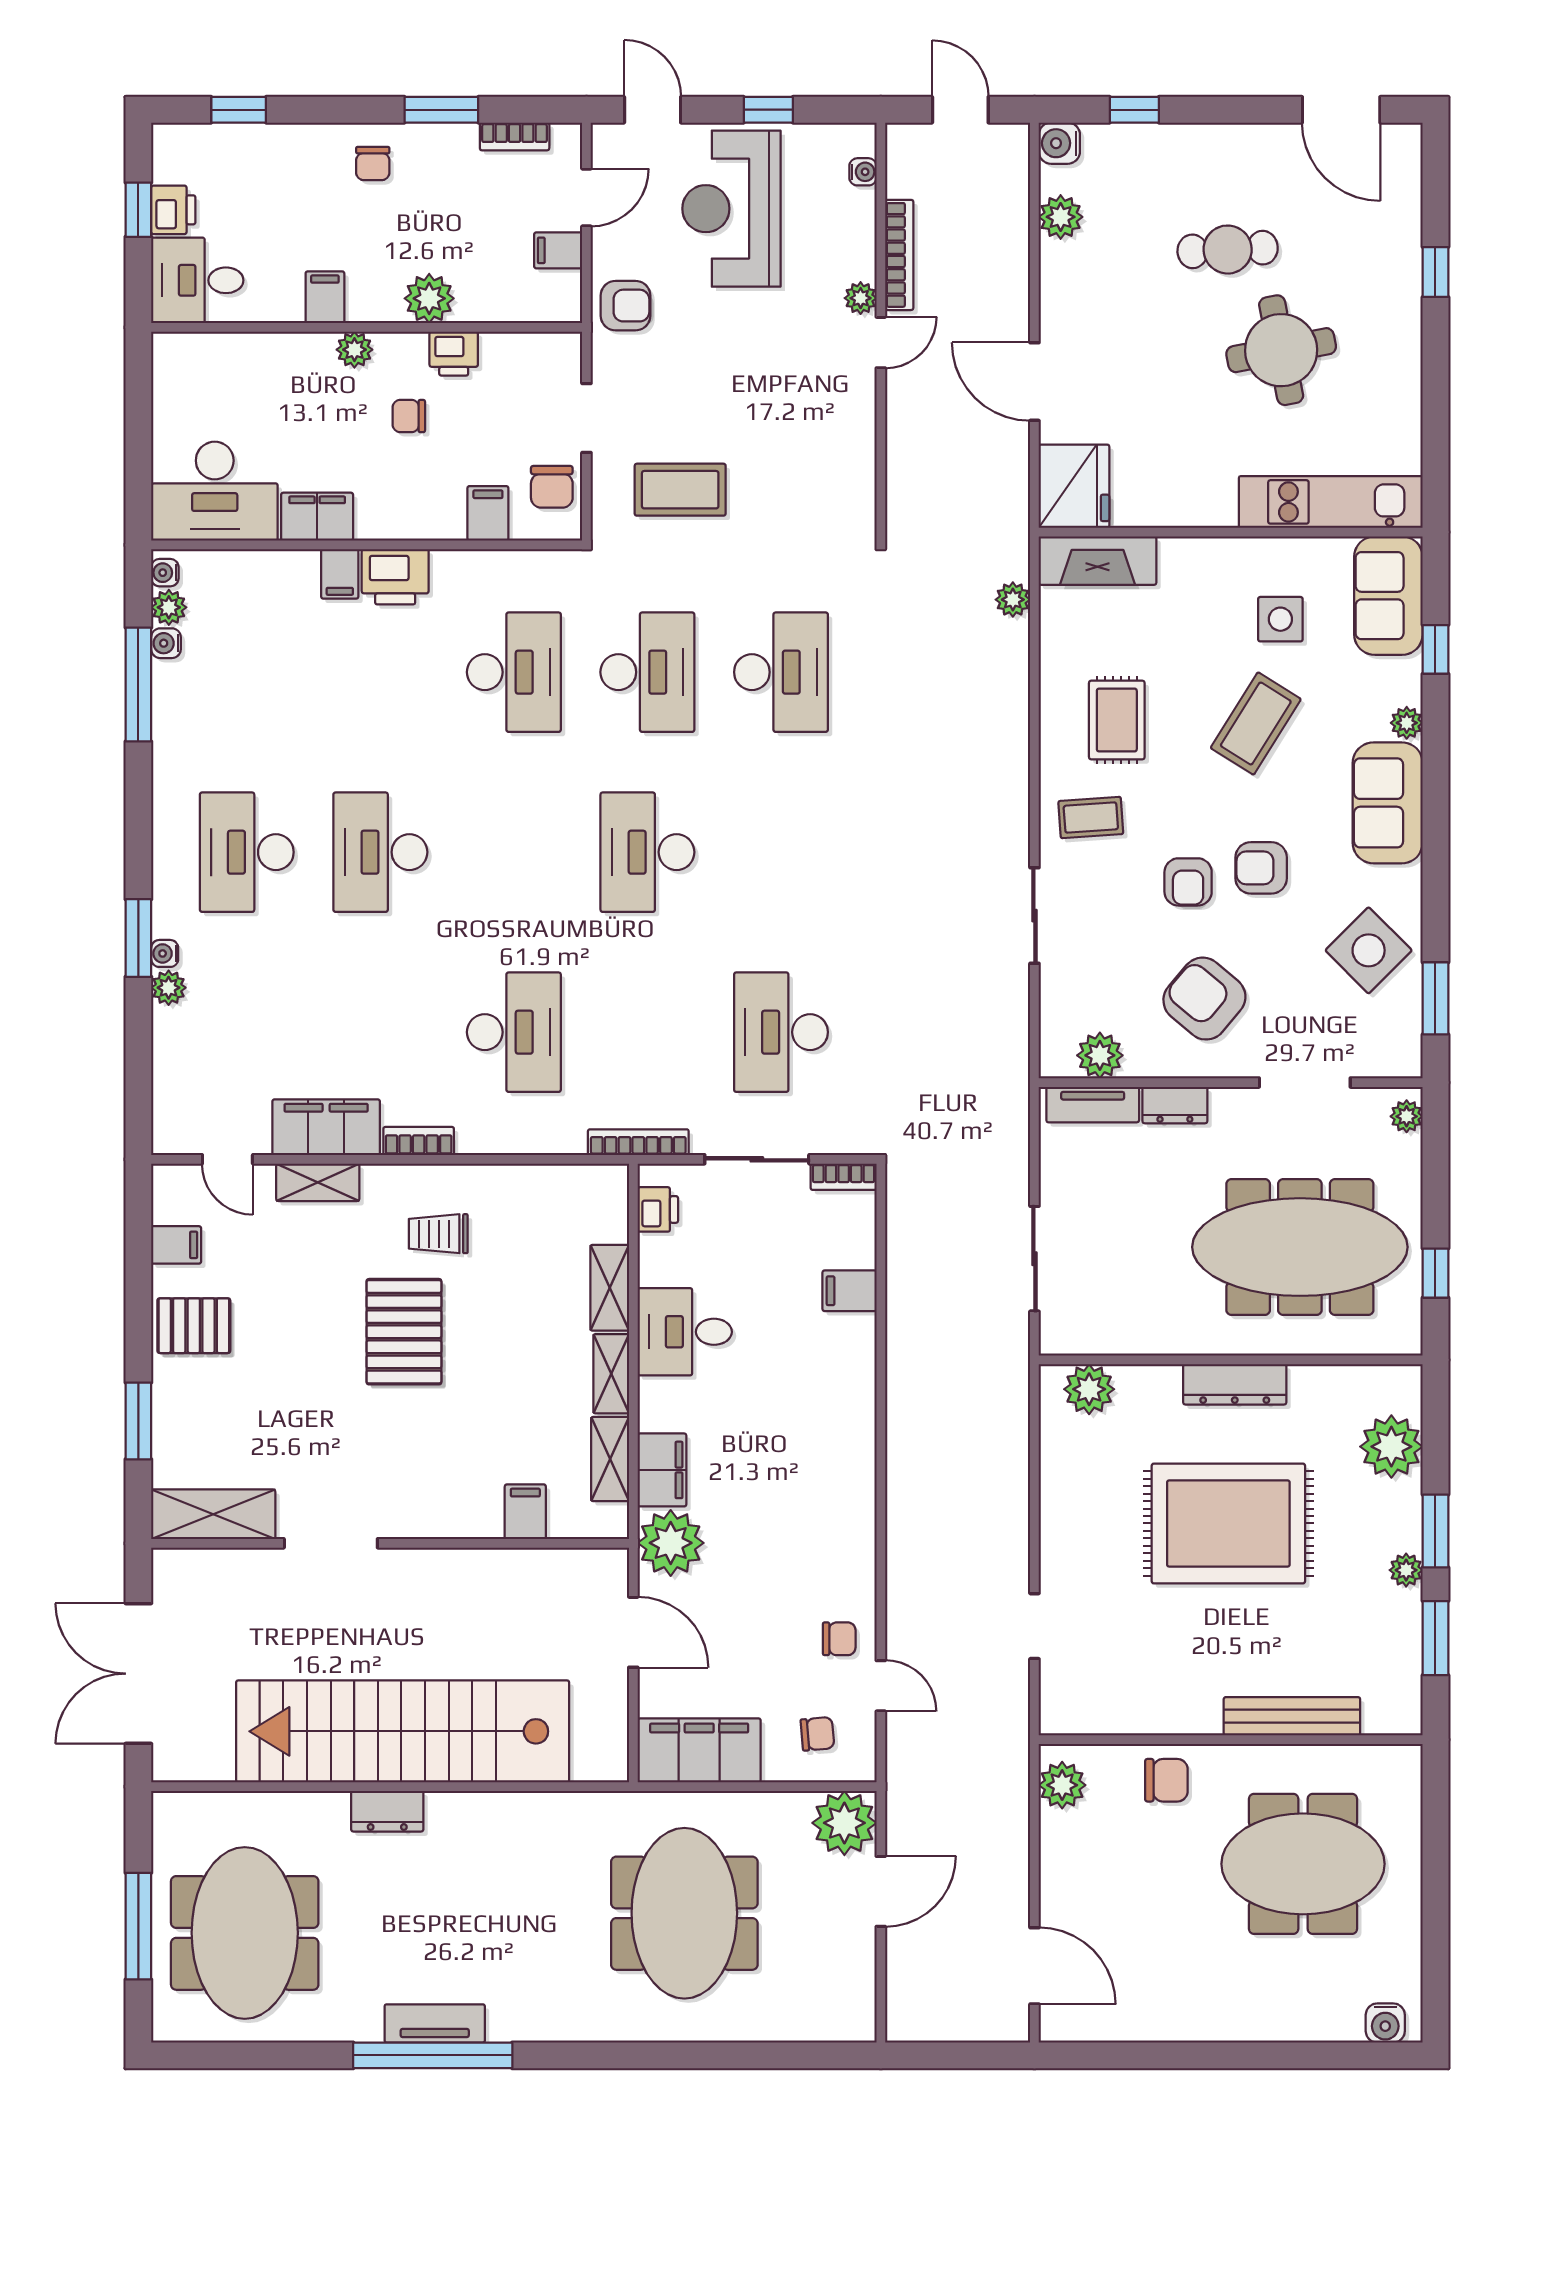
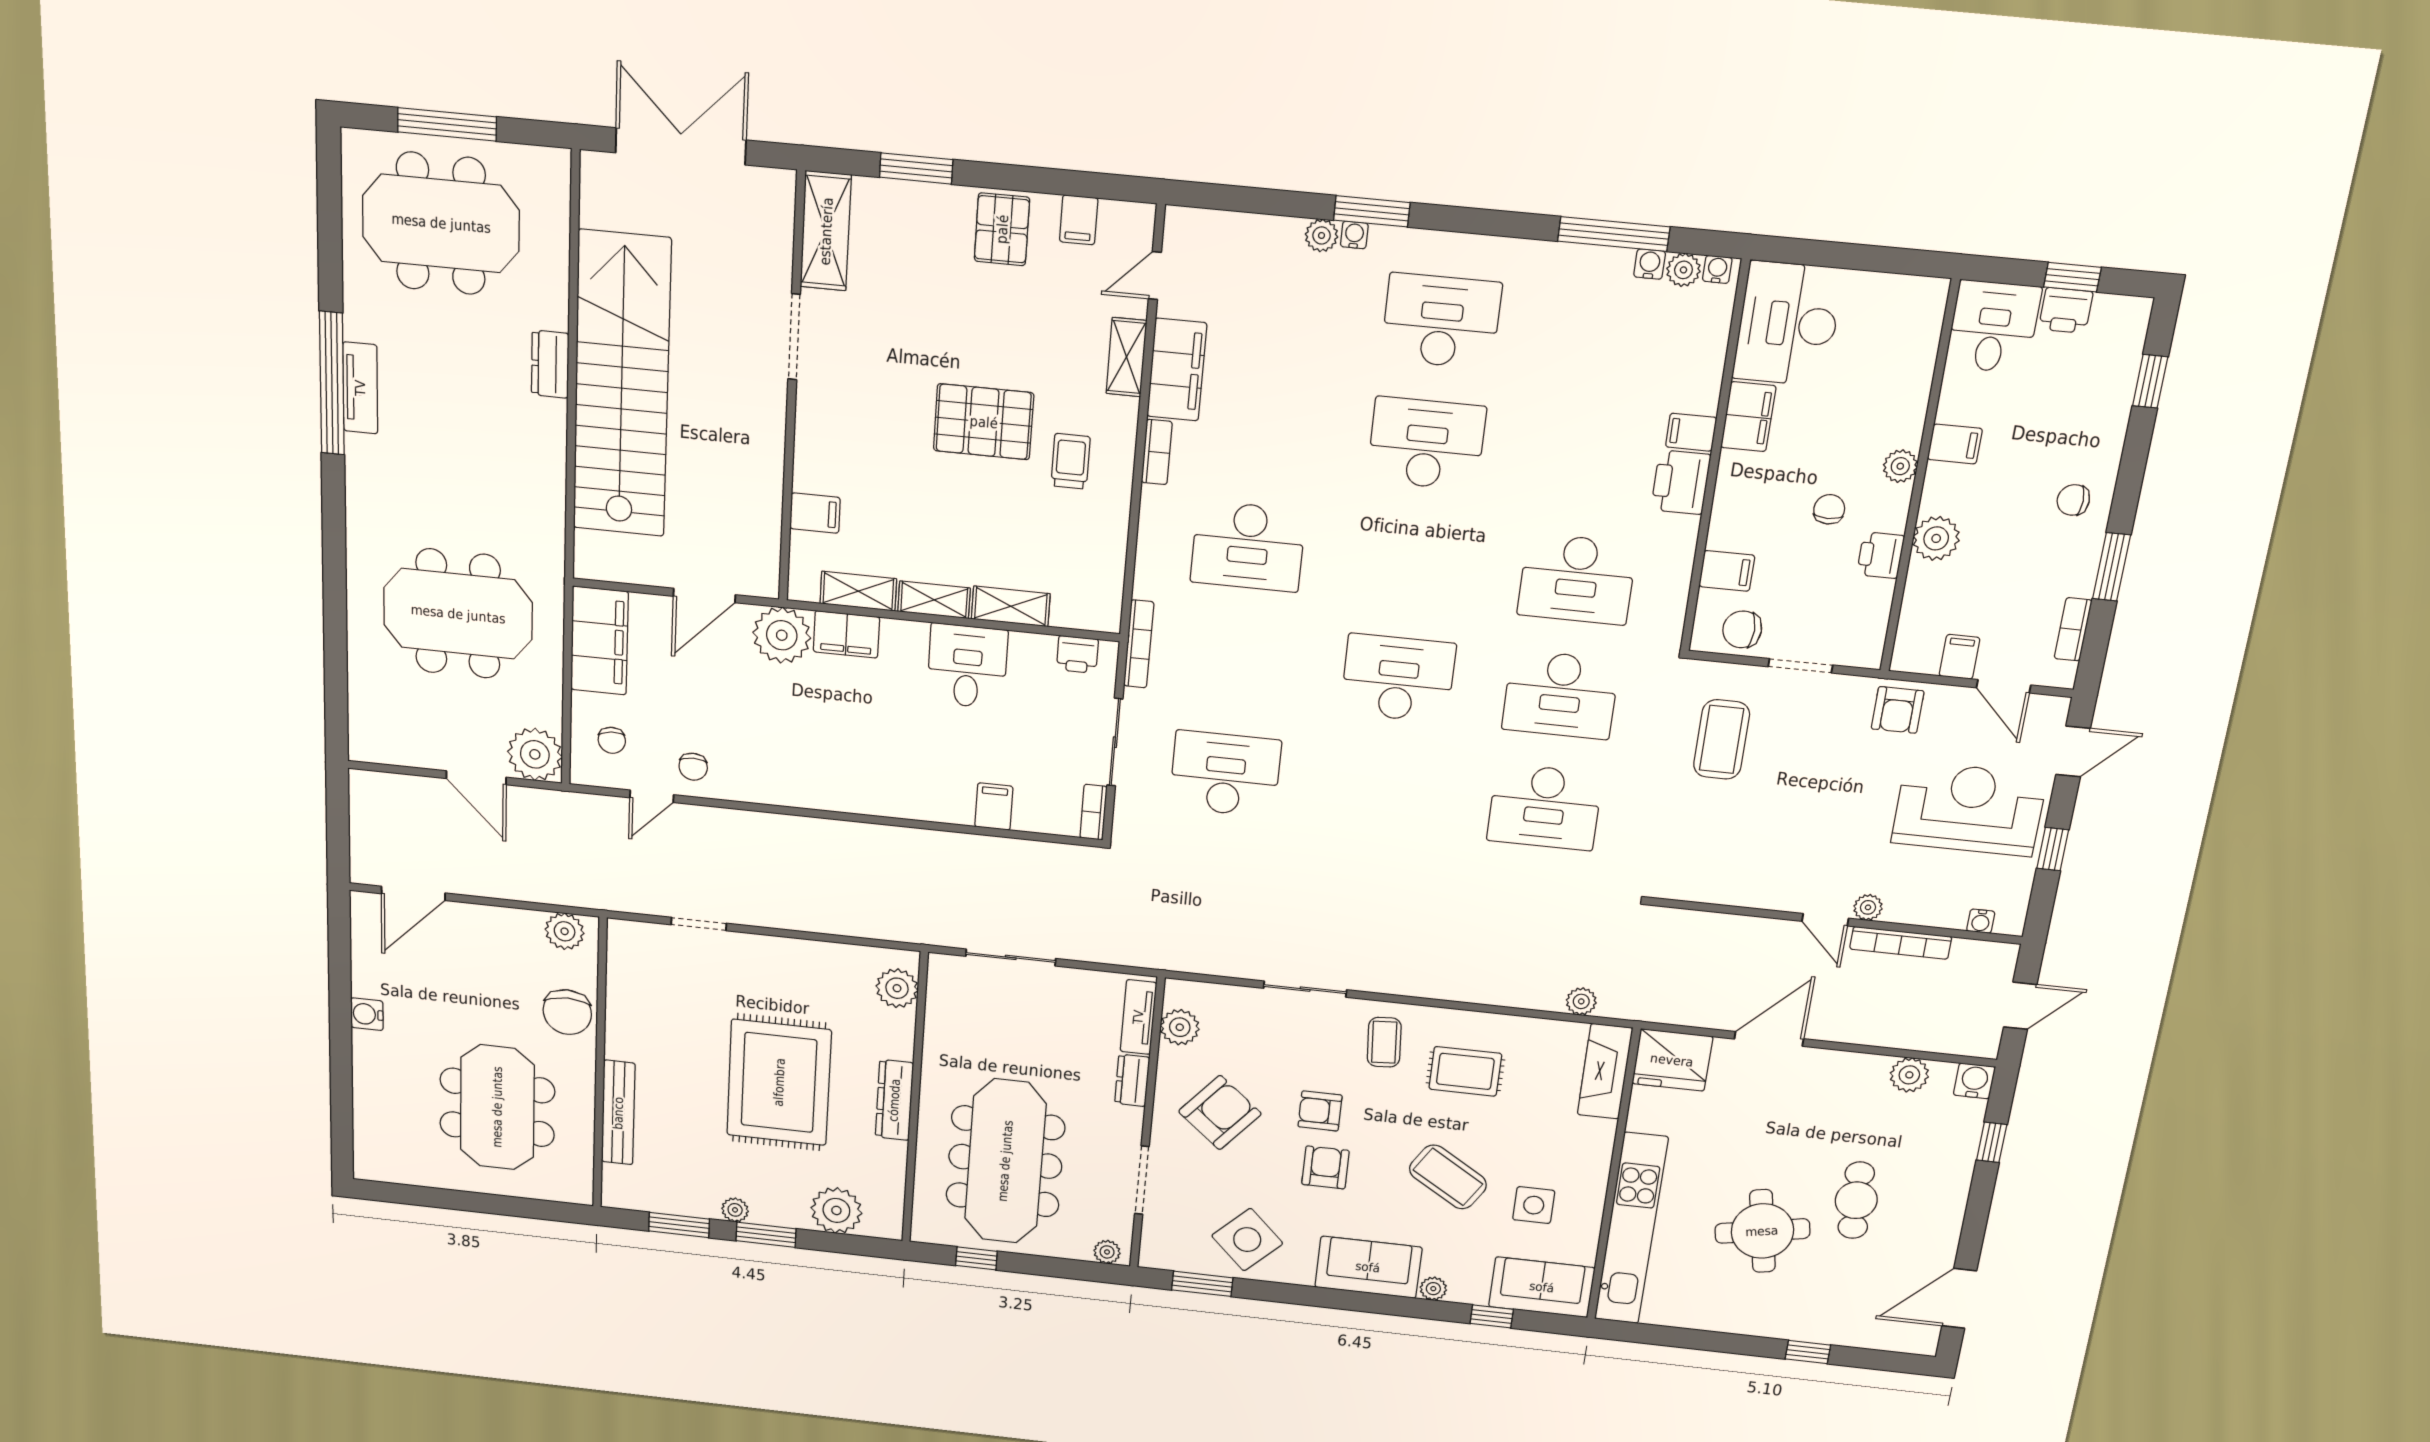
kitchen unit: (1331, 502) -> (1631, 1229), width x1.36
chair: (1166, 1780) -> (567, 1012), width x1.37, depth x1.37
water cooler: (1385, 2023) -> (367, 1014), moved

